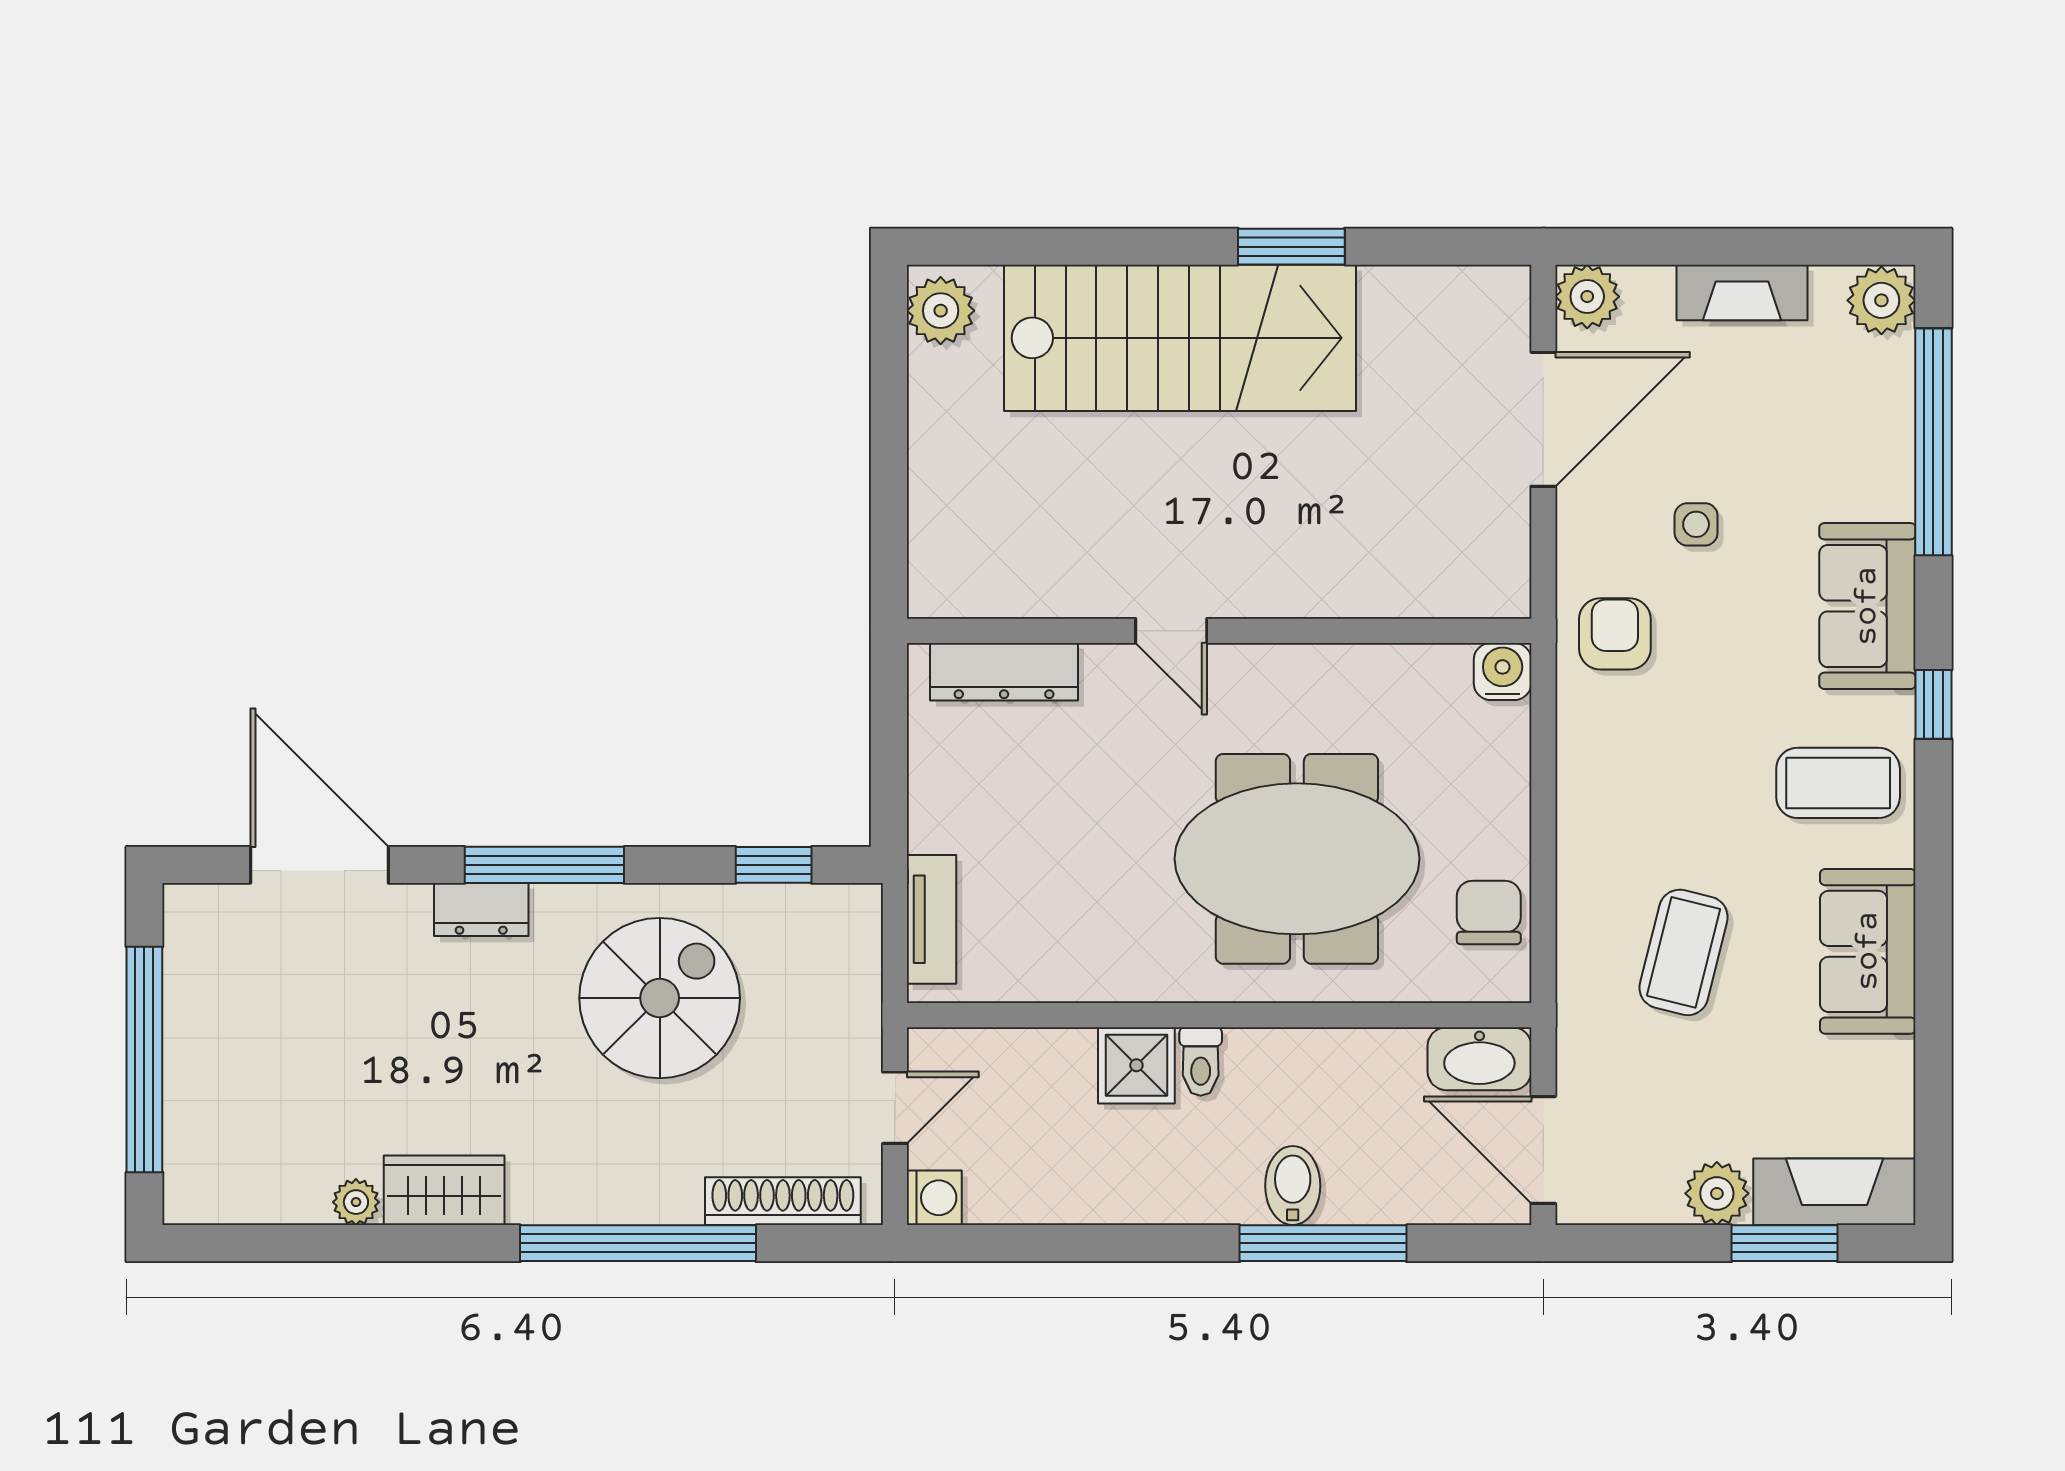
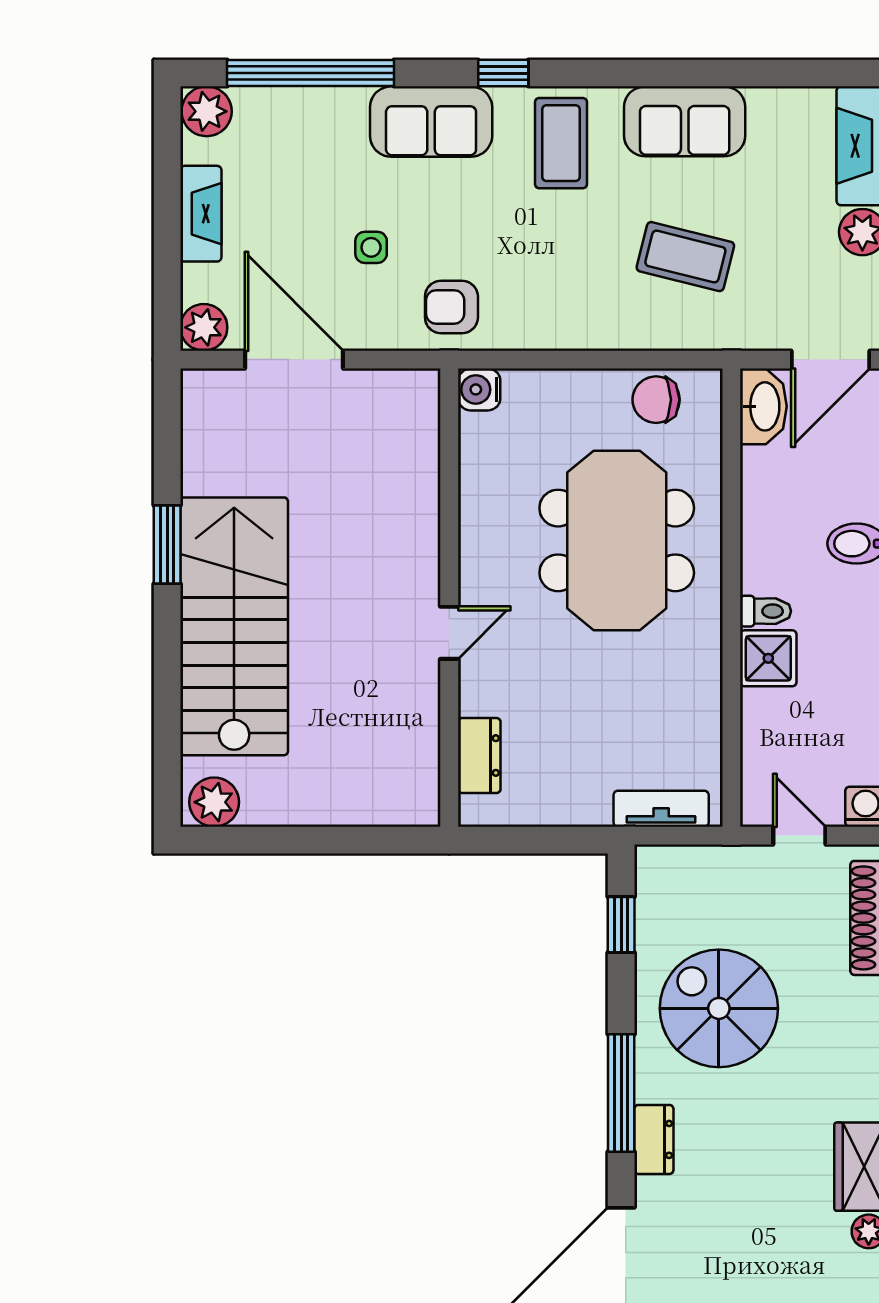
dresser: (1004, 672) -> (479, 756), width x0.70

